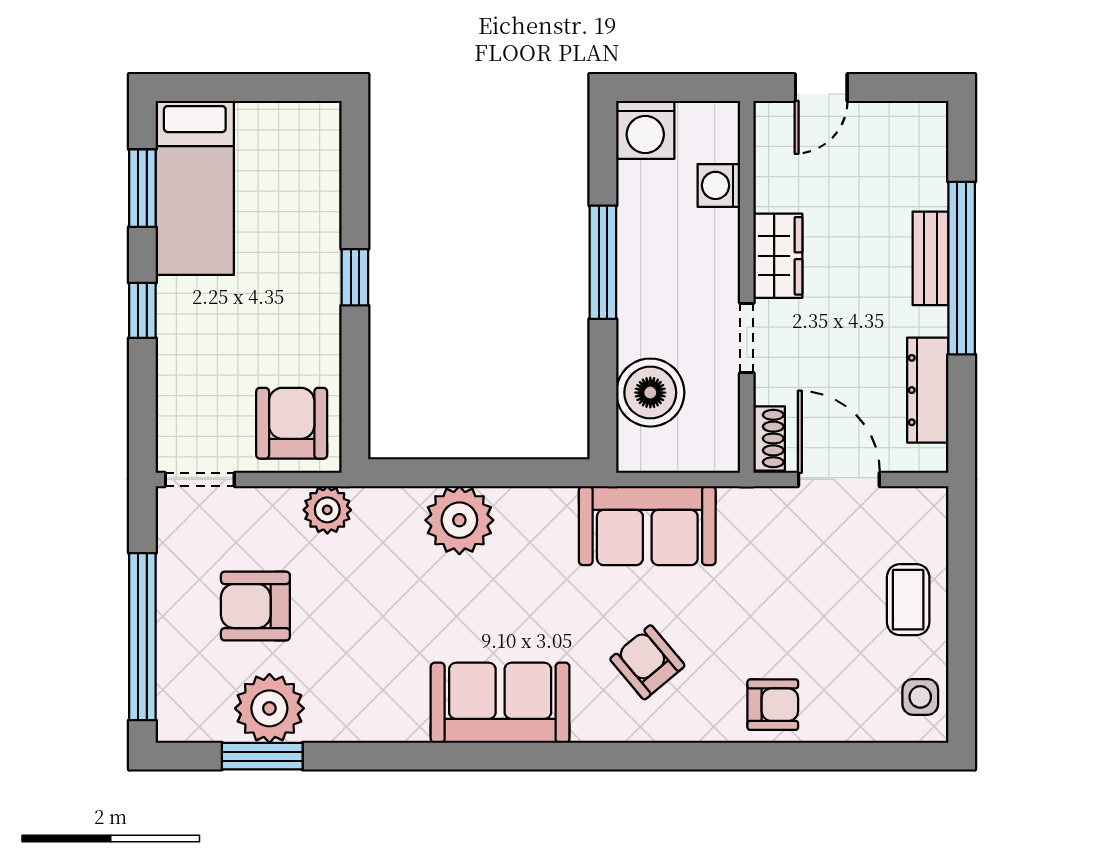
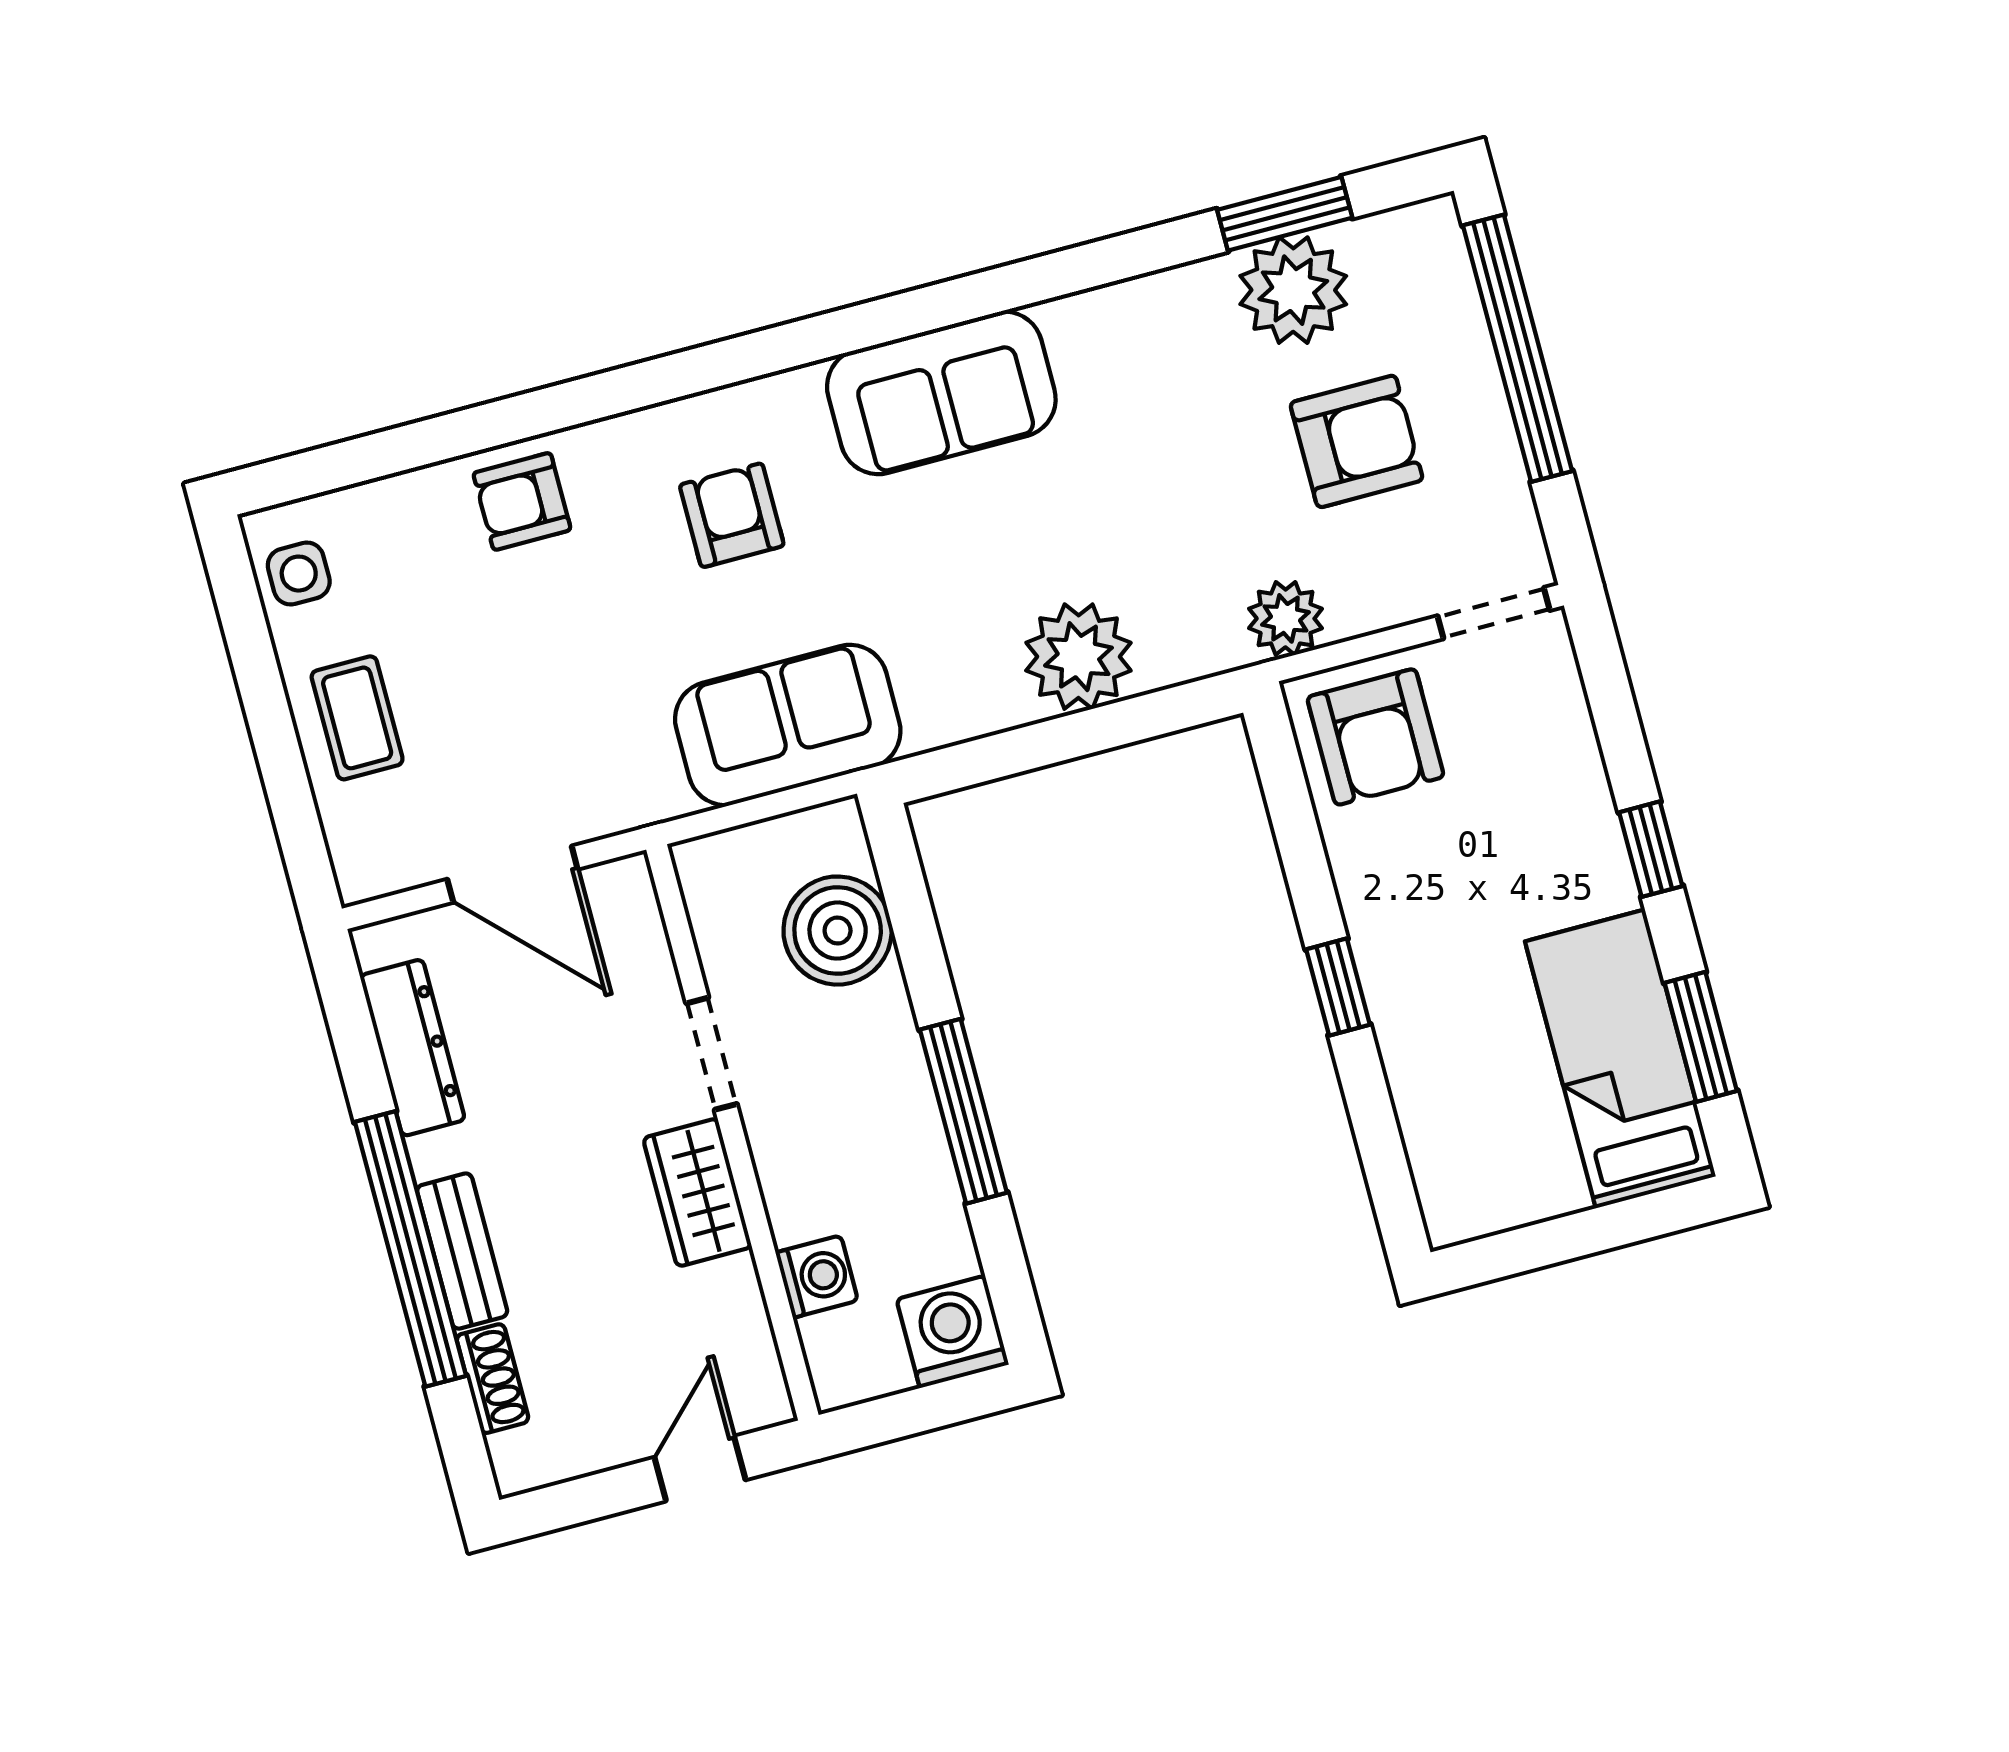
shoe rack: (769, 438) -> (492, 1379), moved, turned 180
armchair: (647, 662) -> (732, 515), turned -140

